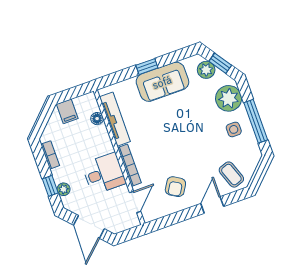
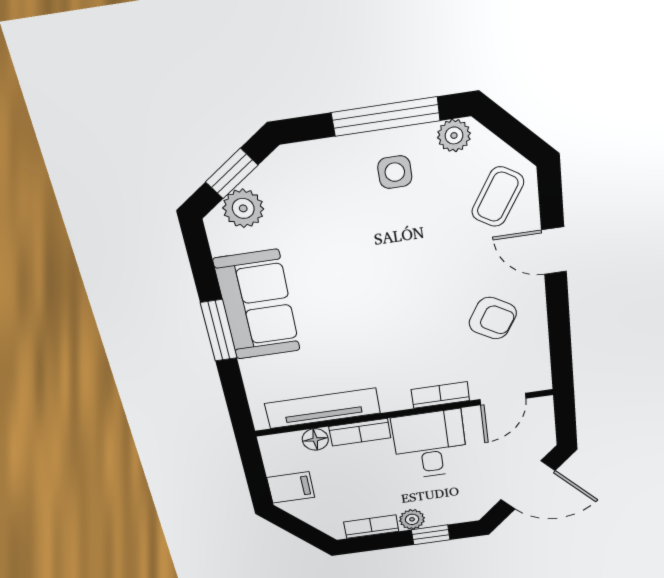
window: (147, 67) -> (219, 331), width x1.50
plant: (229, 98) -> (454, 136), moved, width x0.53, depth x0.53
bookcase: (105, 139) -> (360, 432), added
bookcase: (129, 165) -> (440, 395), width x0.64
coffee table: (231, 175) -> (498, 197), turned -38
plant: (64, 189) -> (412, 519), moved
door: (135, 202) -> (503, 399), swing flipped

